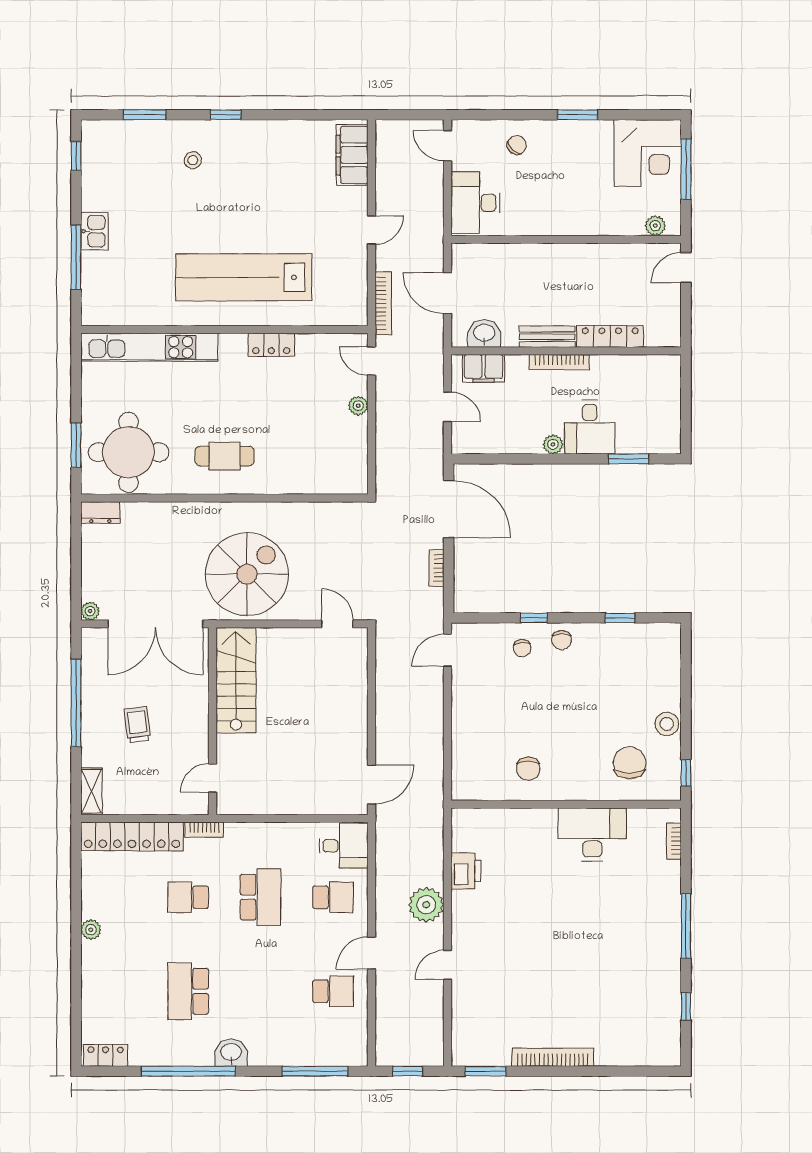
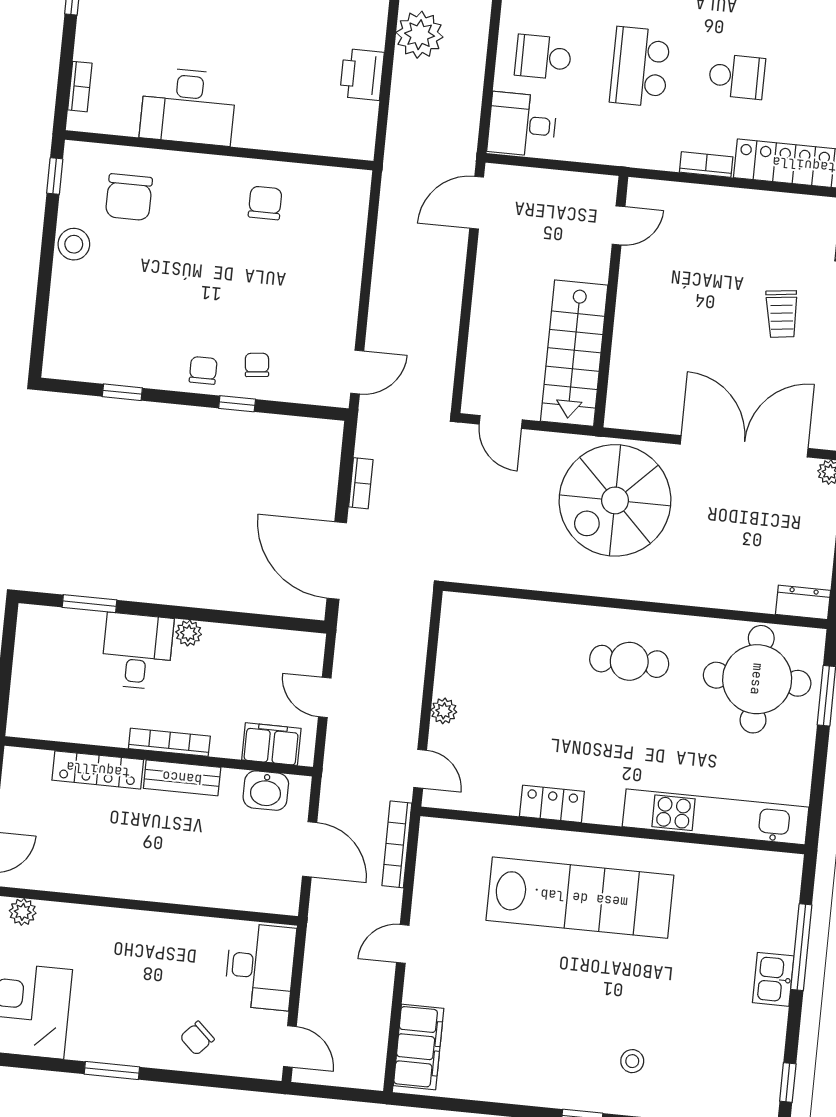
stairs: (236, 680) -> (574, 353), moved
wall: (212, 721) -> (611, 302), moved
door: (212, 778) -> (619, 225), moved

